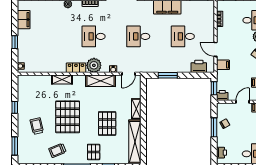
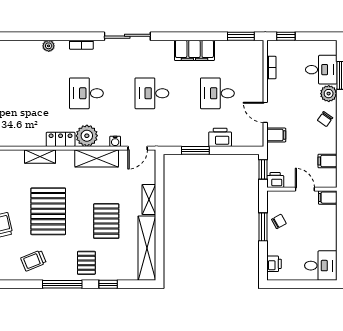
printer: (199, 66) -> (220, 137), moved
door: (242, 102) -> (305, 189), hinge flipped

